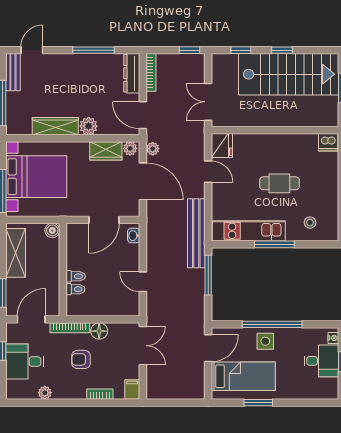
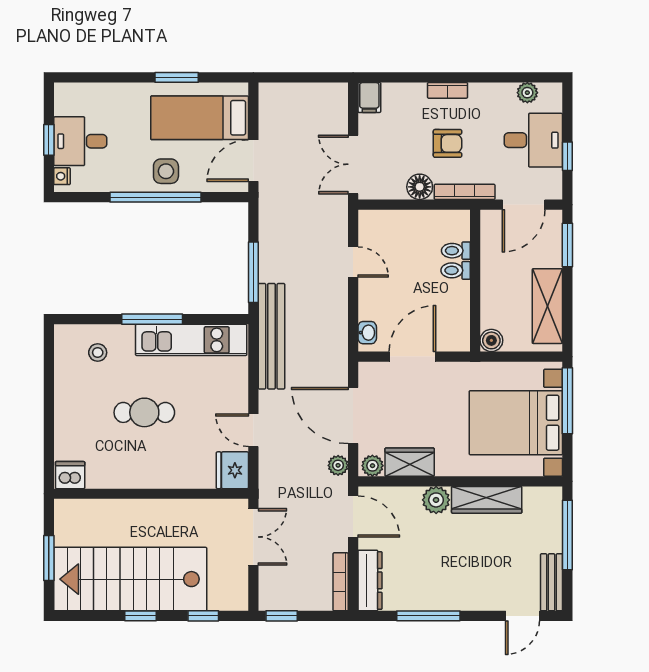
plant: (45, 393) -> (527, 93), moved
bookcase: (100, 394) -> (448, 90), moved

